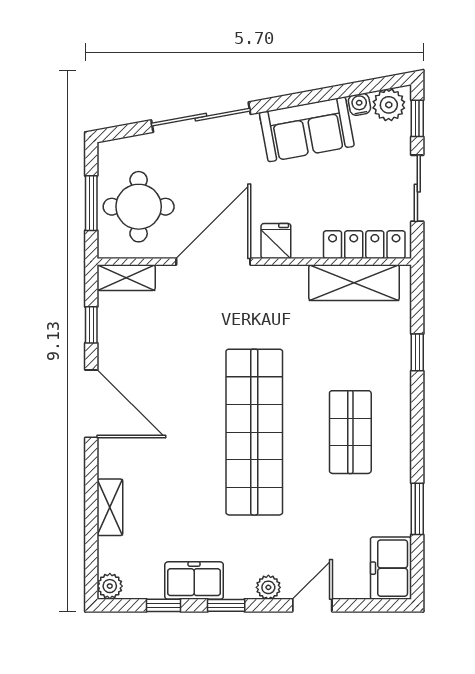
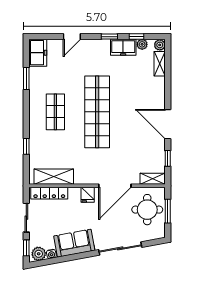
shelving: (110, 507) -> (160, 64), moved
plant: (268, 587) -> (142, 44), moved

